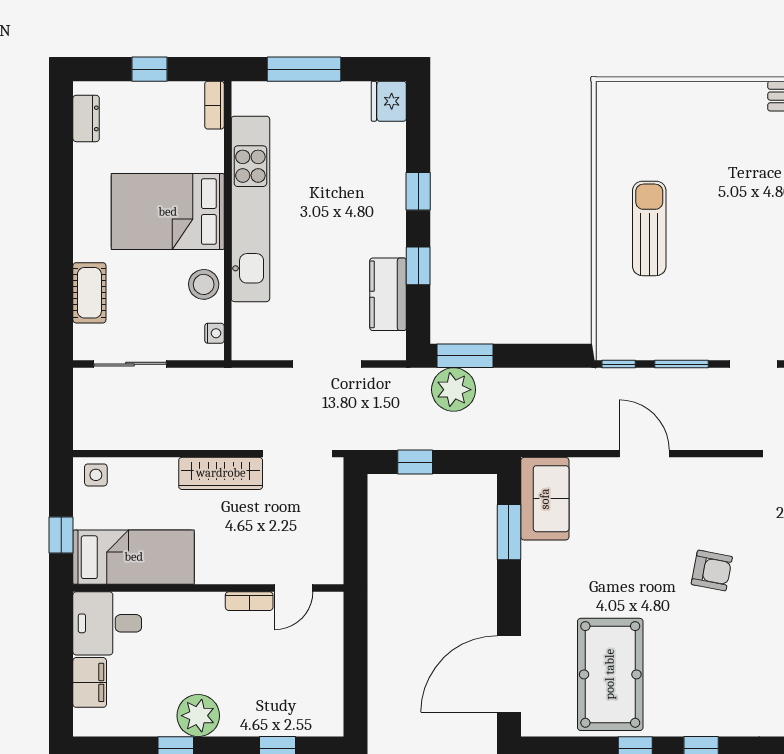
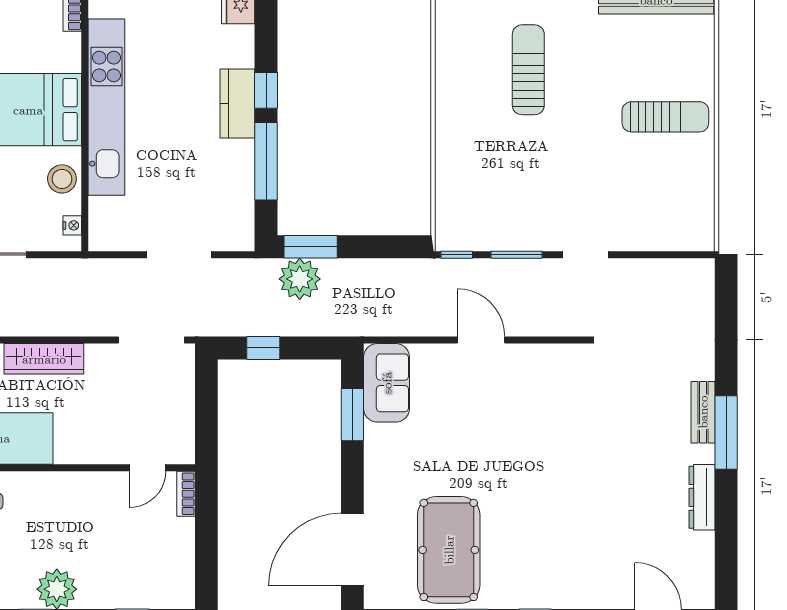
sun lounger: (649, 228) -> (528, 70), moved
window: (418, 266) -> (266, 161), width x2.17
kitchen counter: (388, 294) -> (237, 103), moved
wardrobe: (221, 473) -> (44, 359), moved
armchair: (712, 570) -> (545, 451), removed
bookcase: (249, 601) -> (186, 494), moved, turned 90

